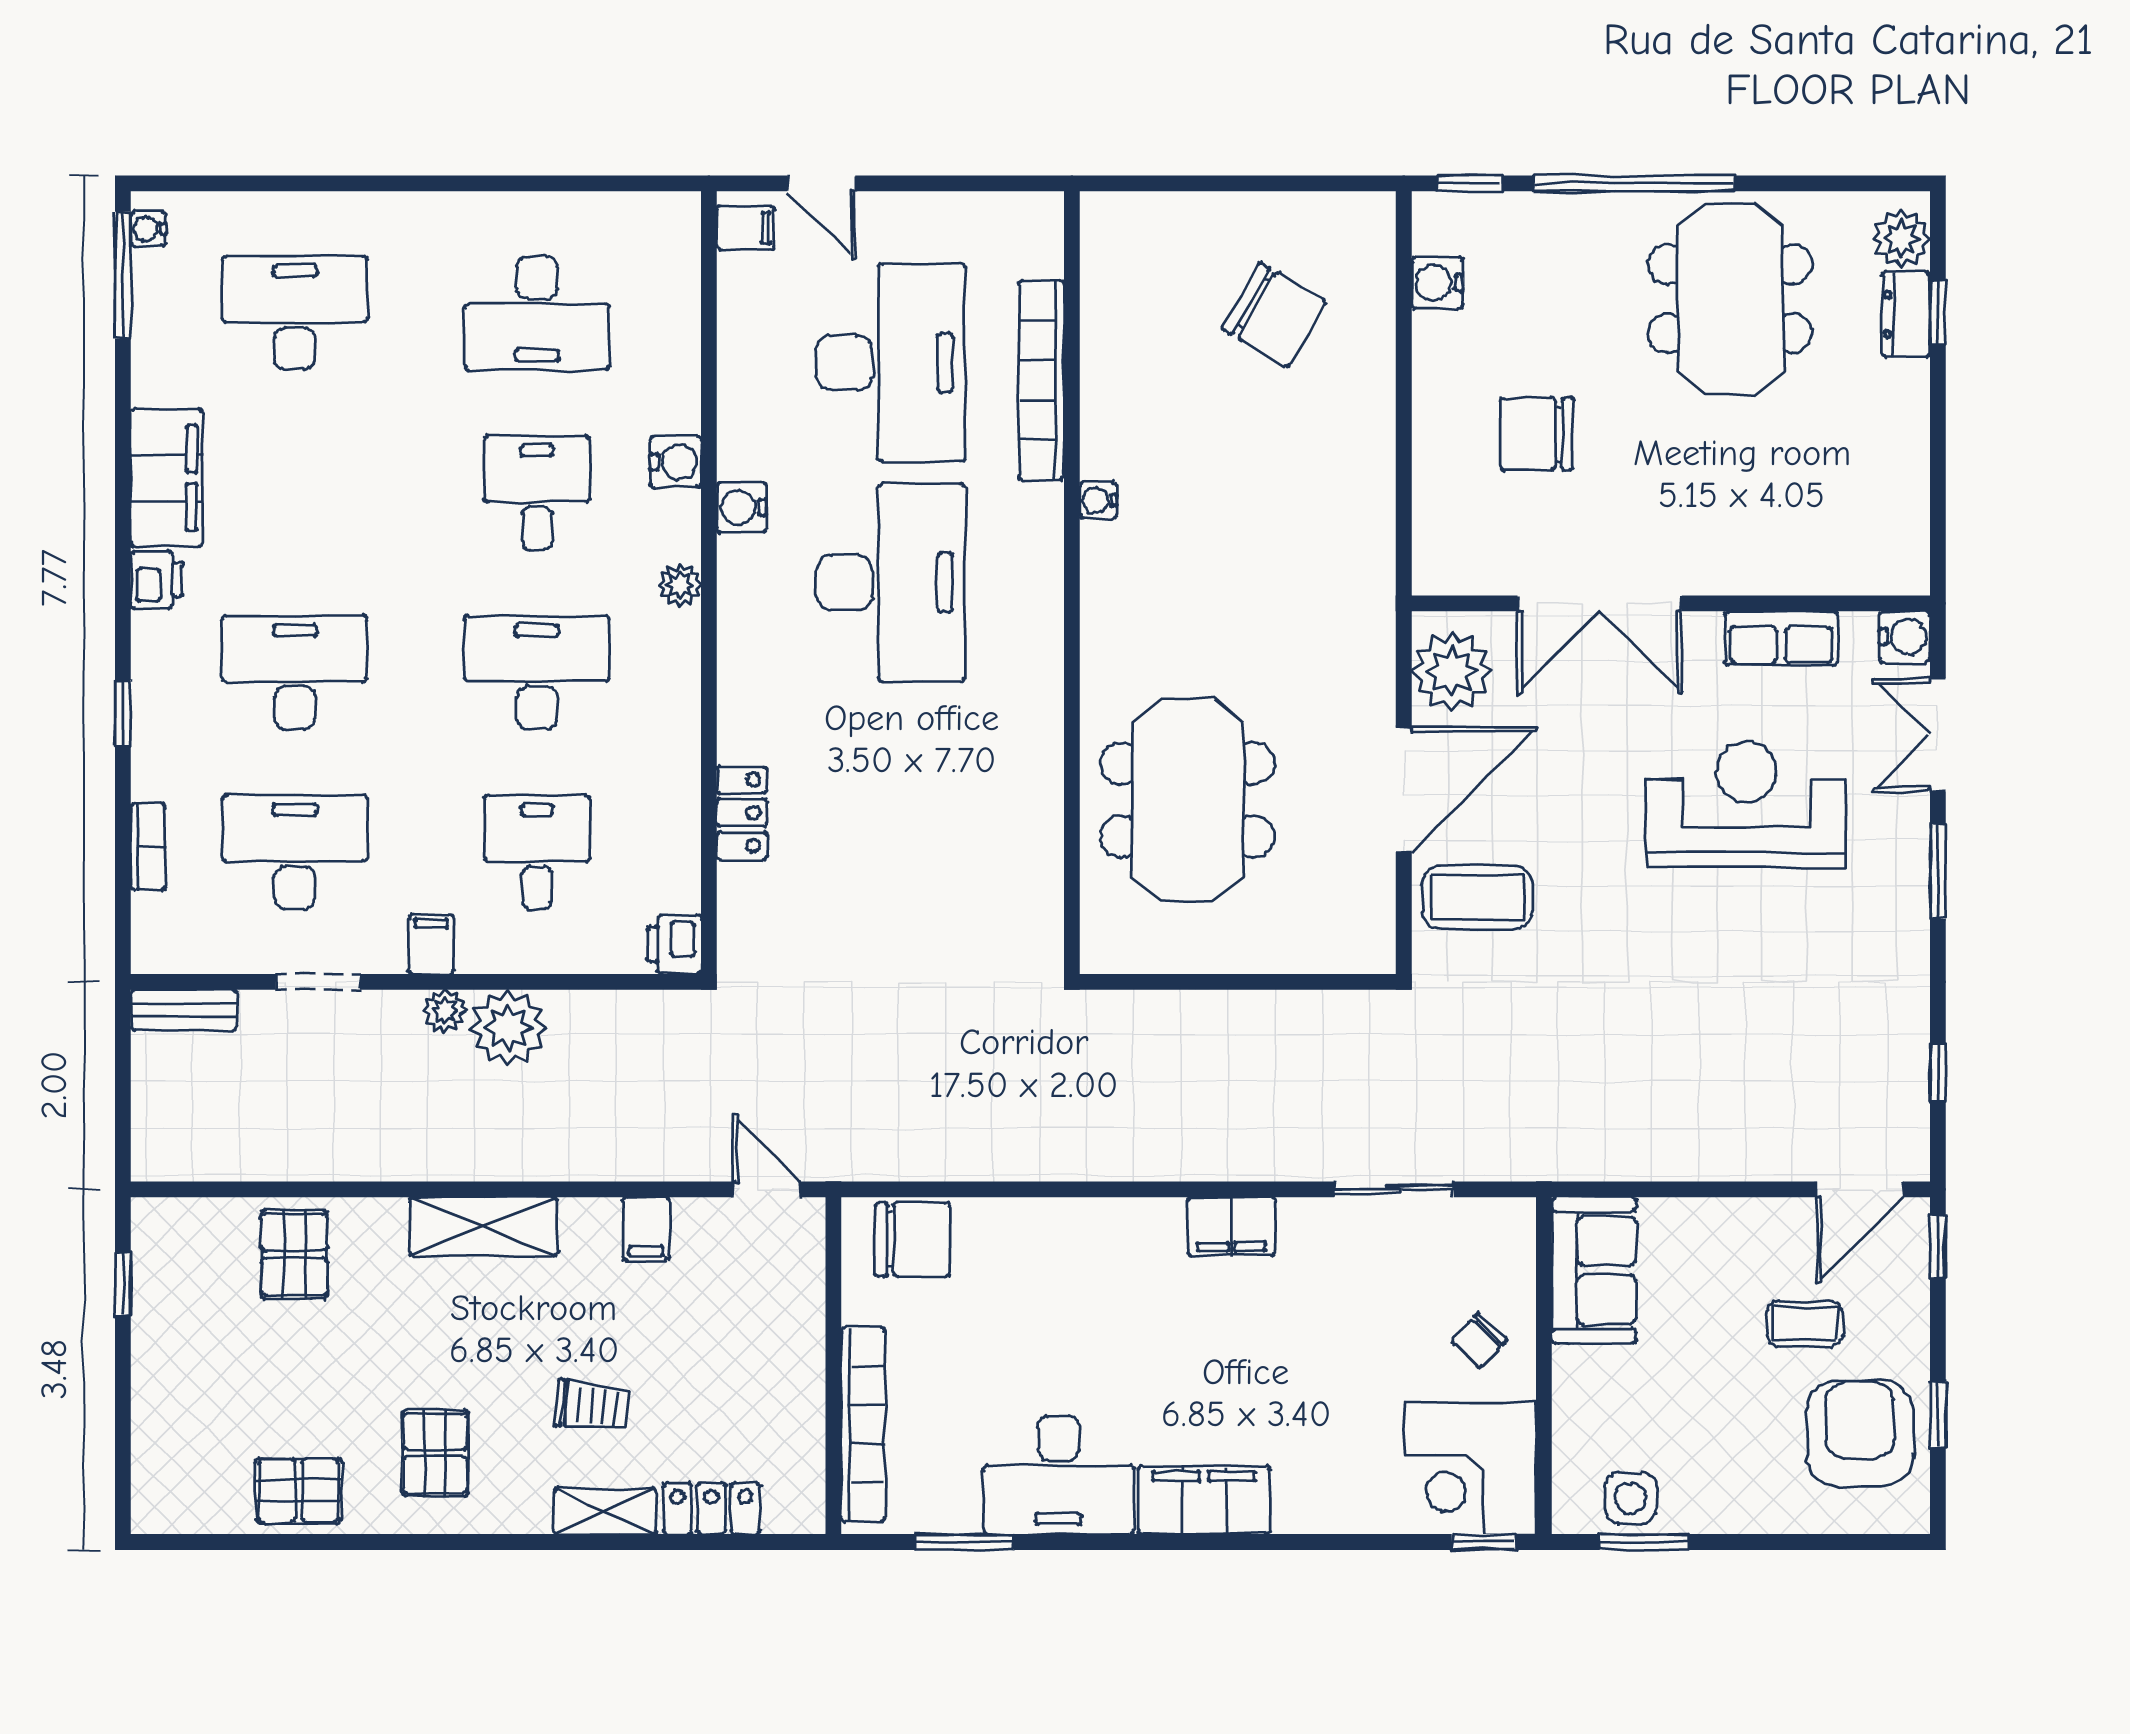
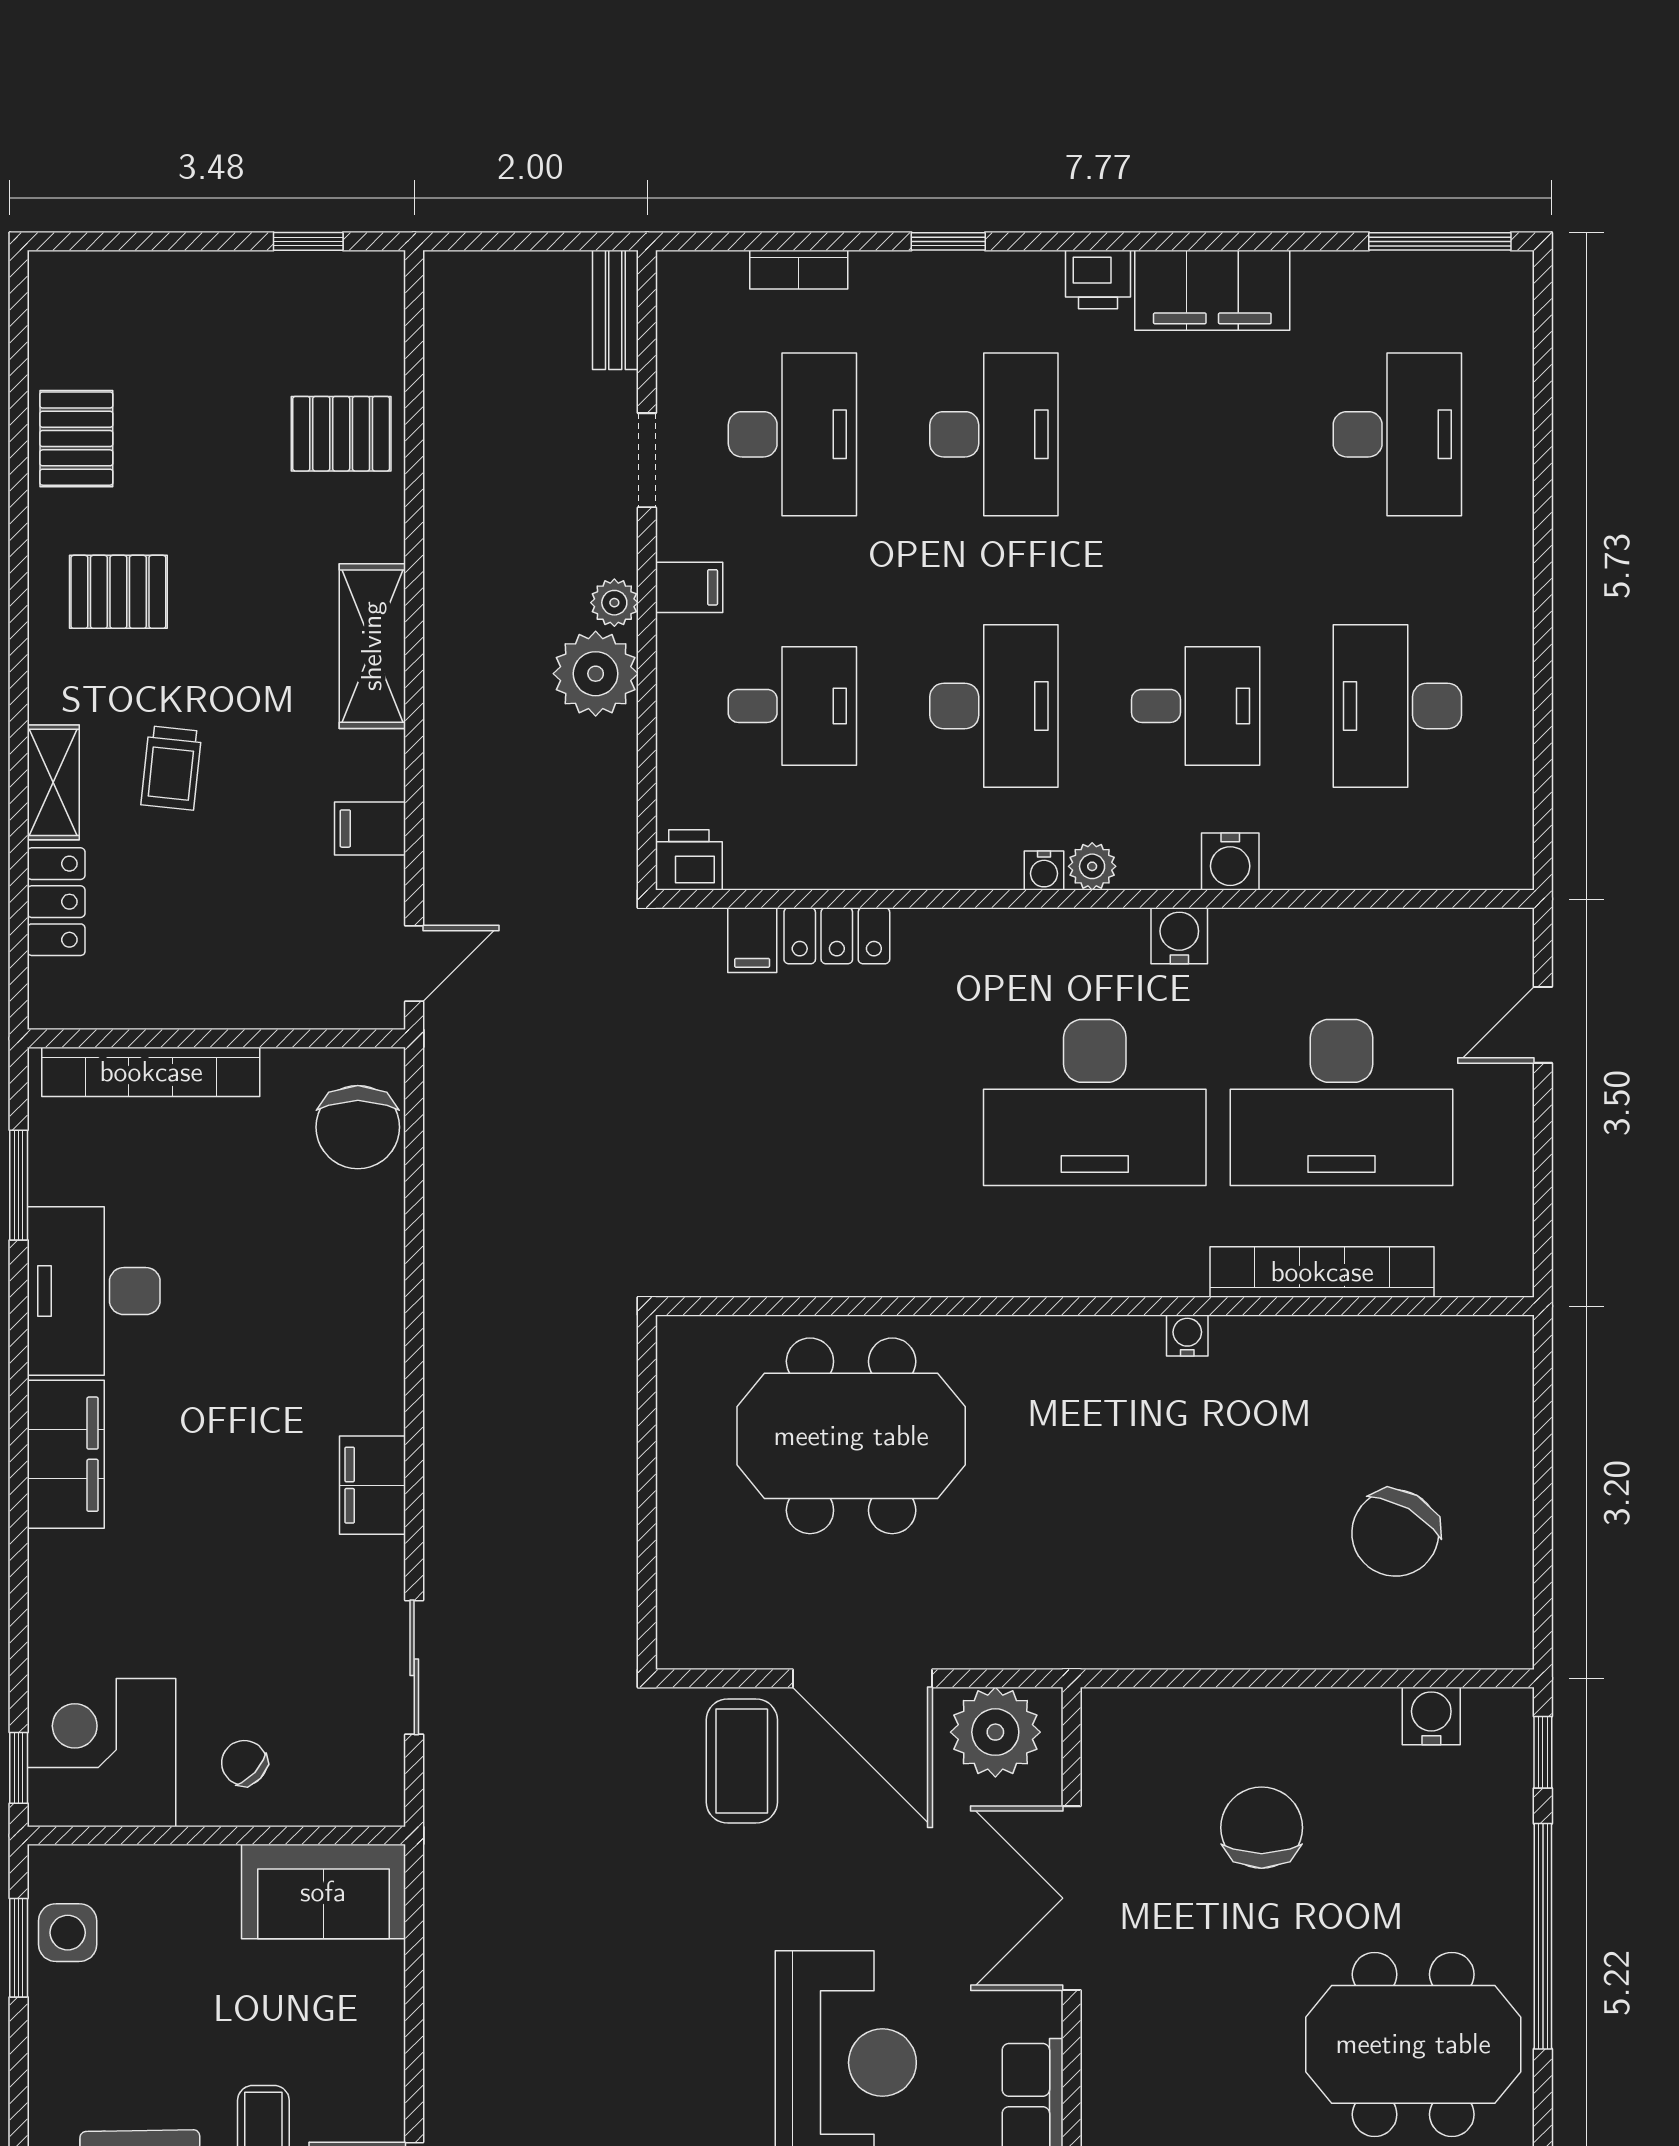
filing cabinet: (746, 228) -> (752, 940), moved
water cooler: (148, 229) -> (1044, 870), moved, turned 180

